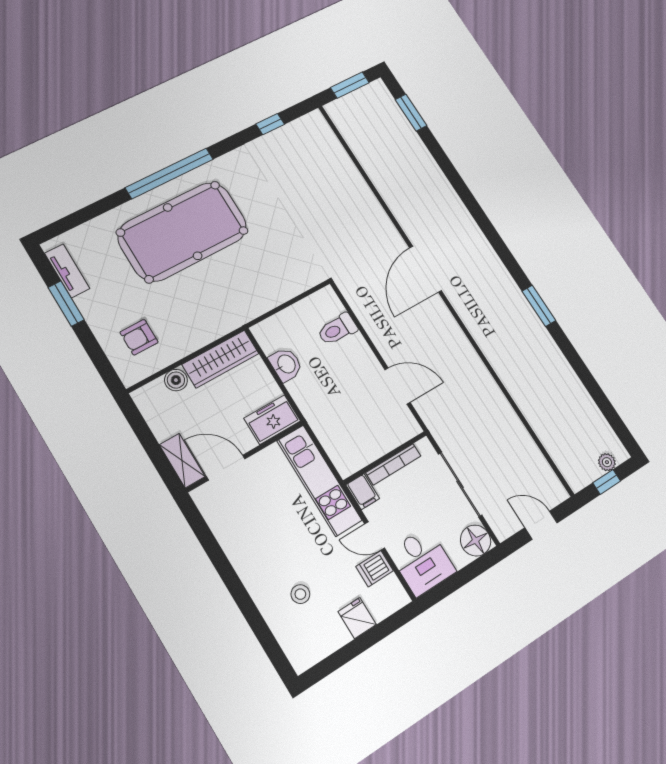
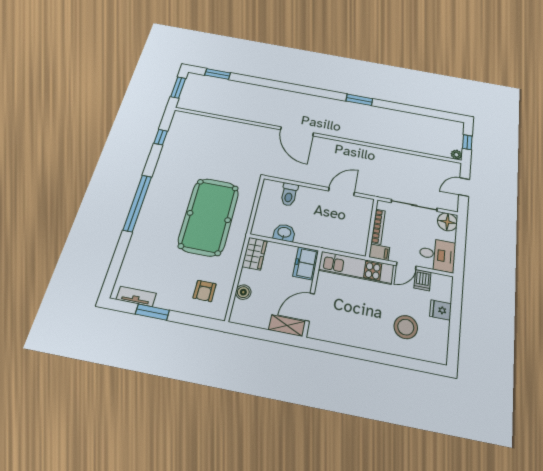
pool table: (183, 232) -> (209, 217), moved
wardrobe: (221, 359) -> (255, 254), width x0.67
plant: (607, 462) -> (456, 155), moved
stool: (300, 594) -> (406, 327), width x1.89, depth x1.89

